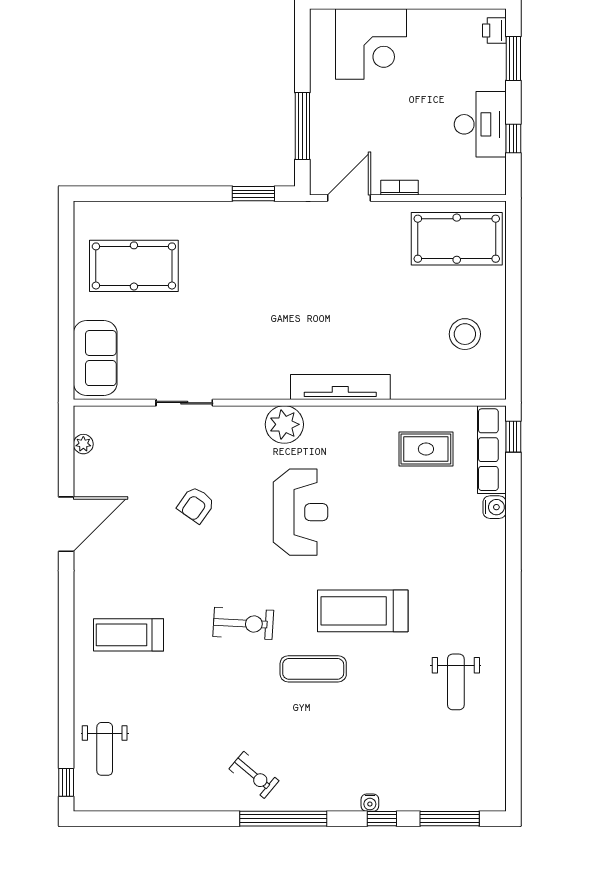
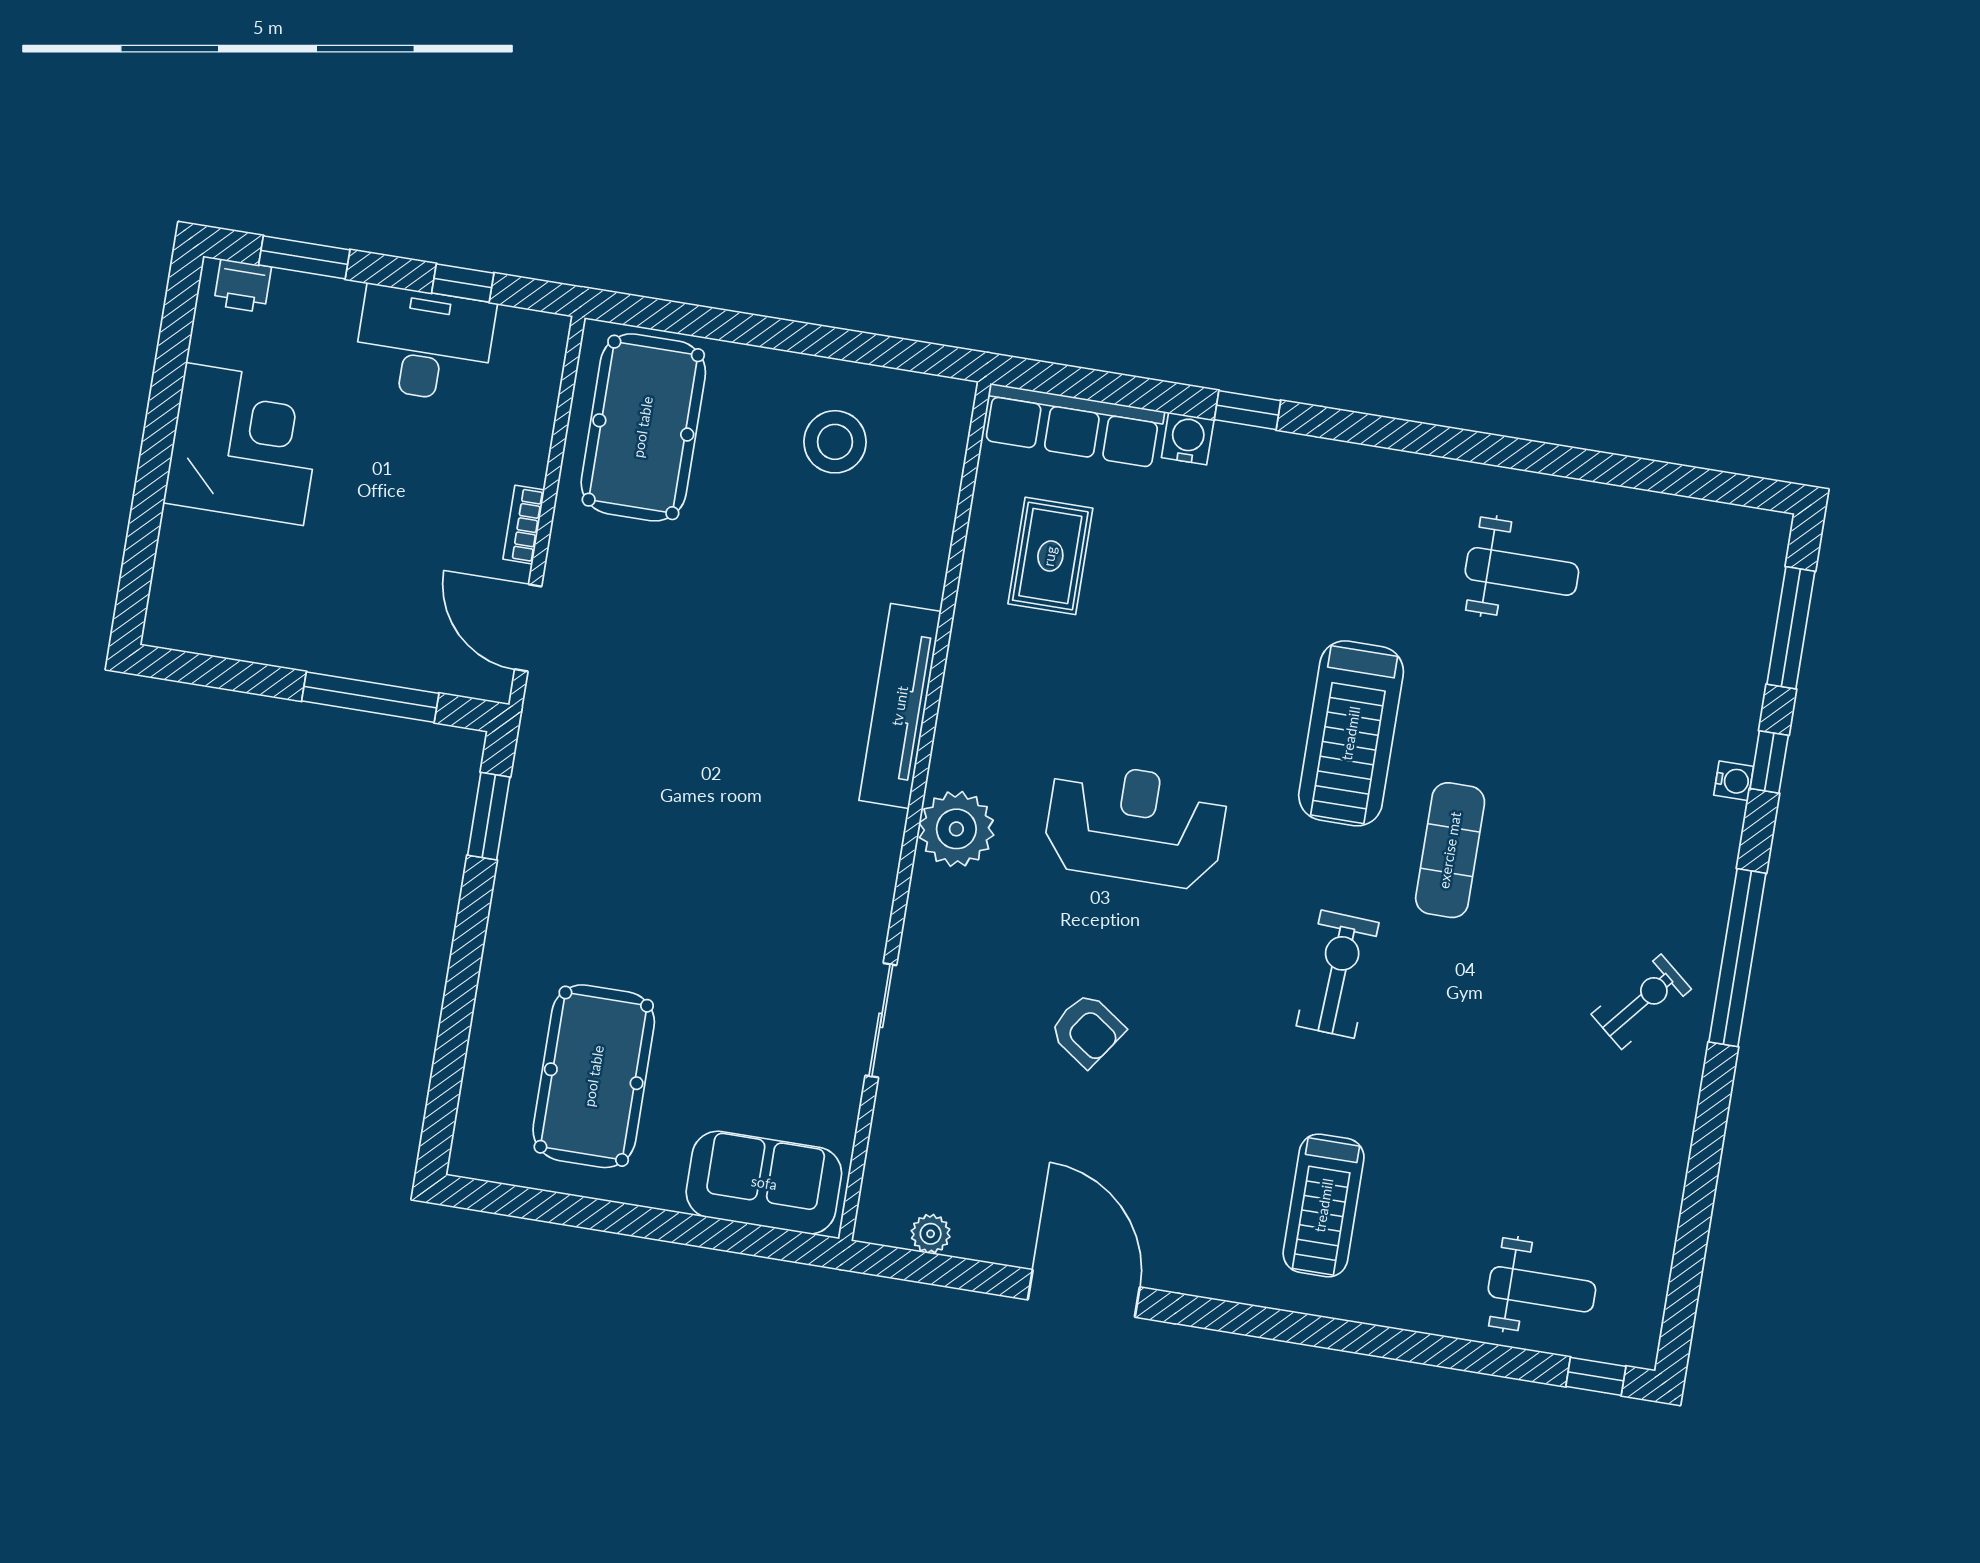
corner desk: (371, 44) -> (244, 444), moved
window: (513, 437) -> (1248, 410), moved

